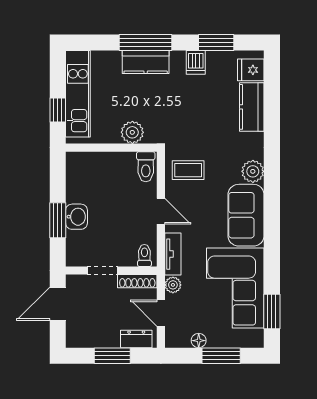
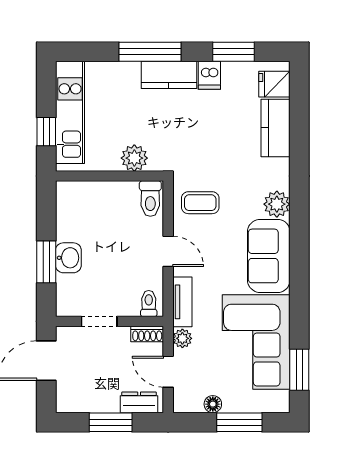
kitchen counter: (146, 62) -> (169, 75), moved
shoe rack: (137, 281) -> (147, 334), width x0.70

